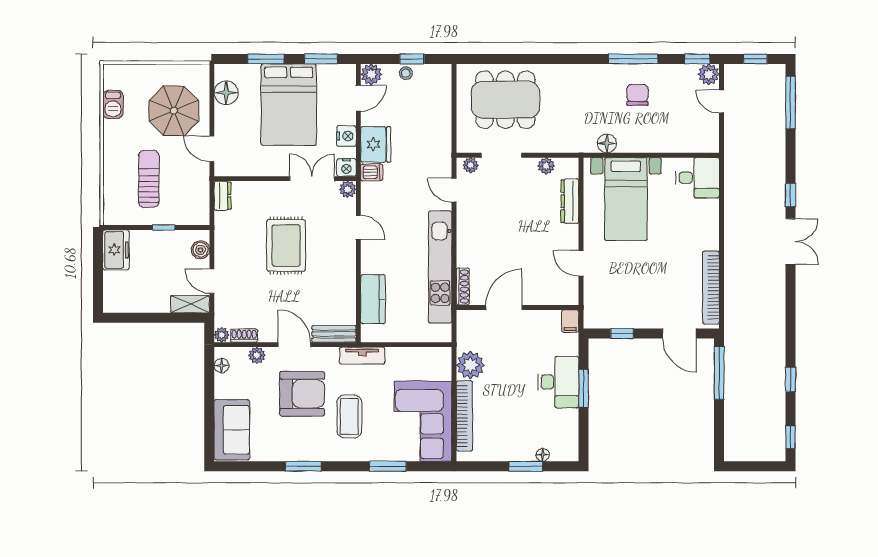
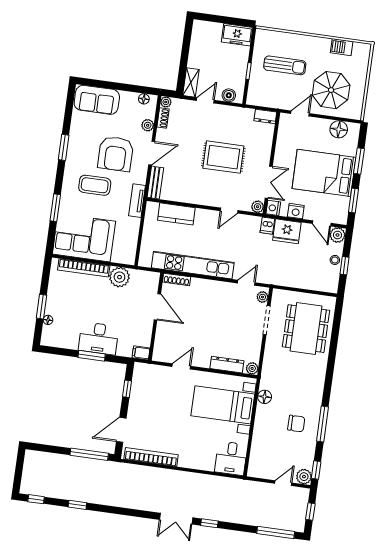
plant: (546, 166) -> (252, 368), moved

